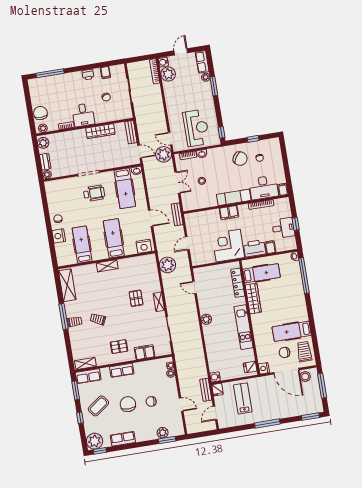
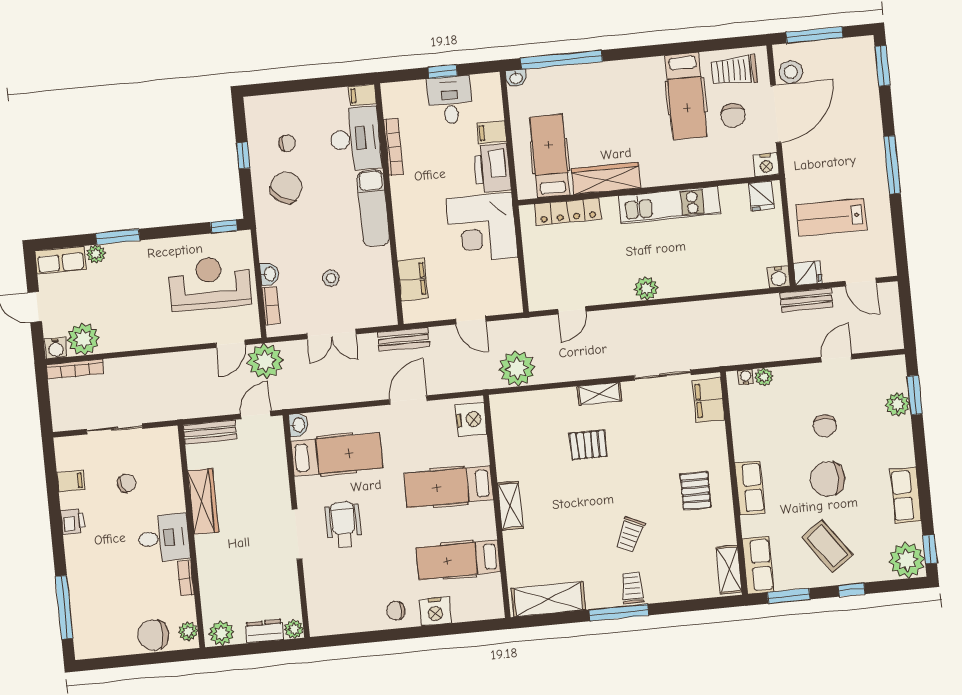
double door: (177, 183) -> (331, 334), swing flipped
filing cabinet: (229, 213) -> (413, 280), moved
filing cabinet: (145, 352) -> (709, 400), moved

